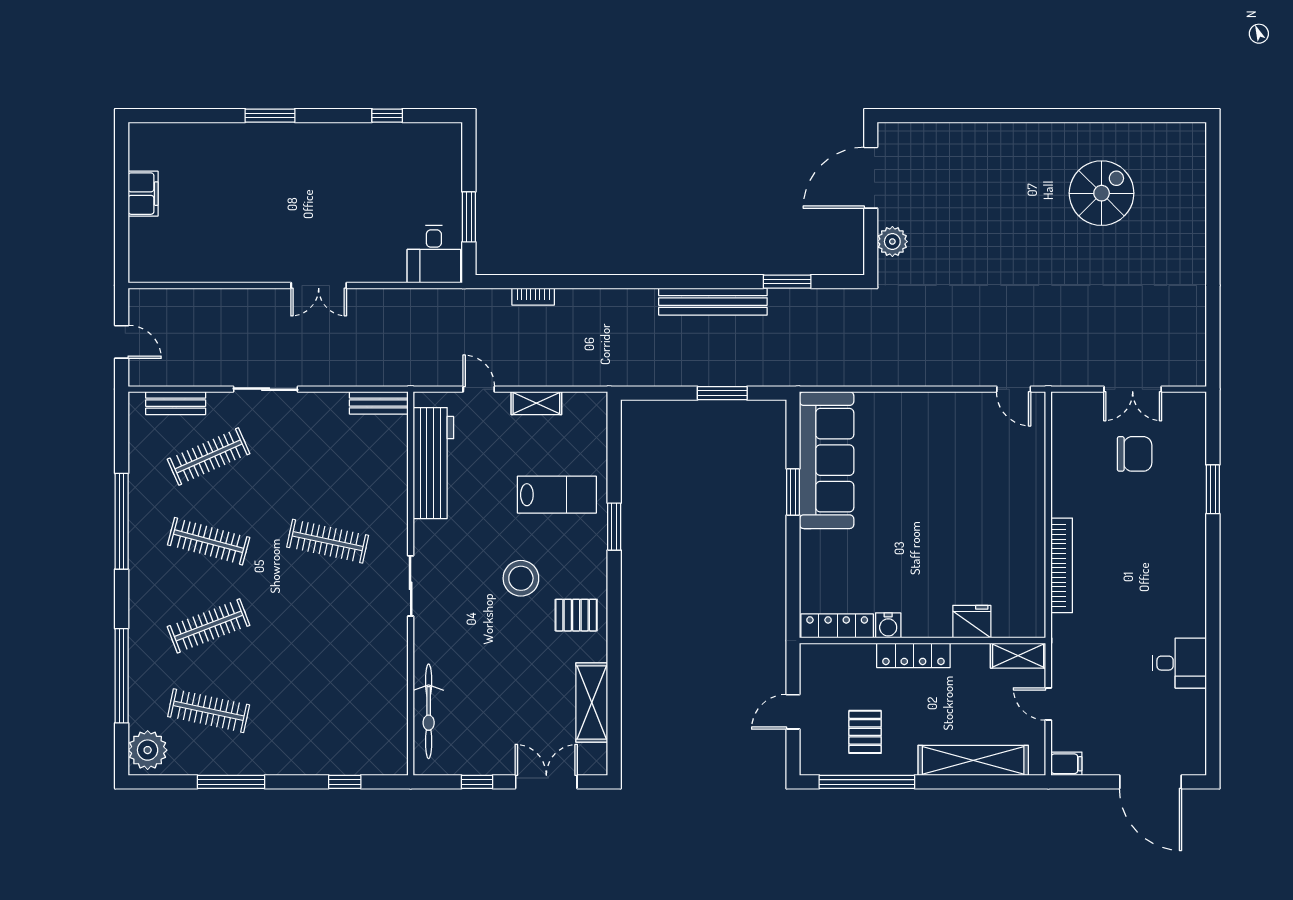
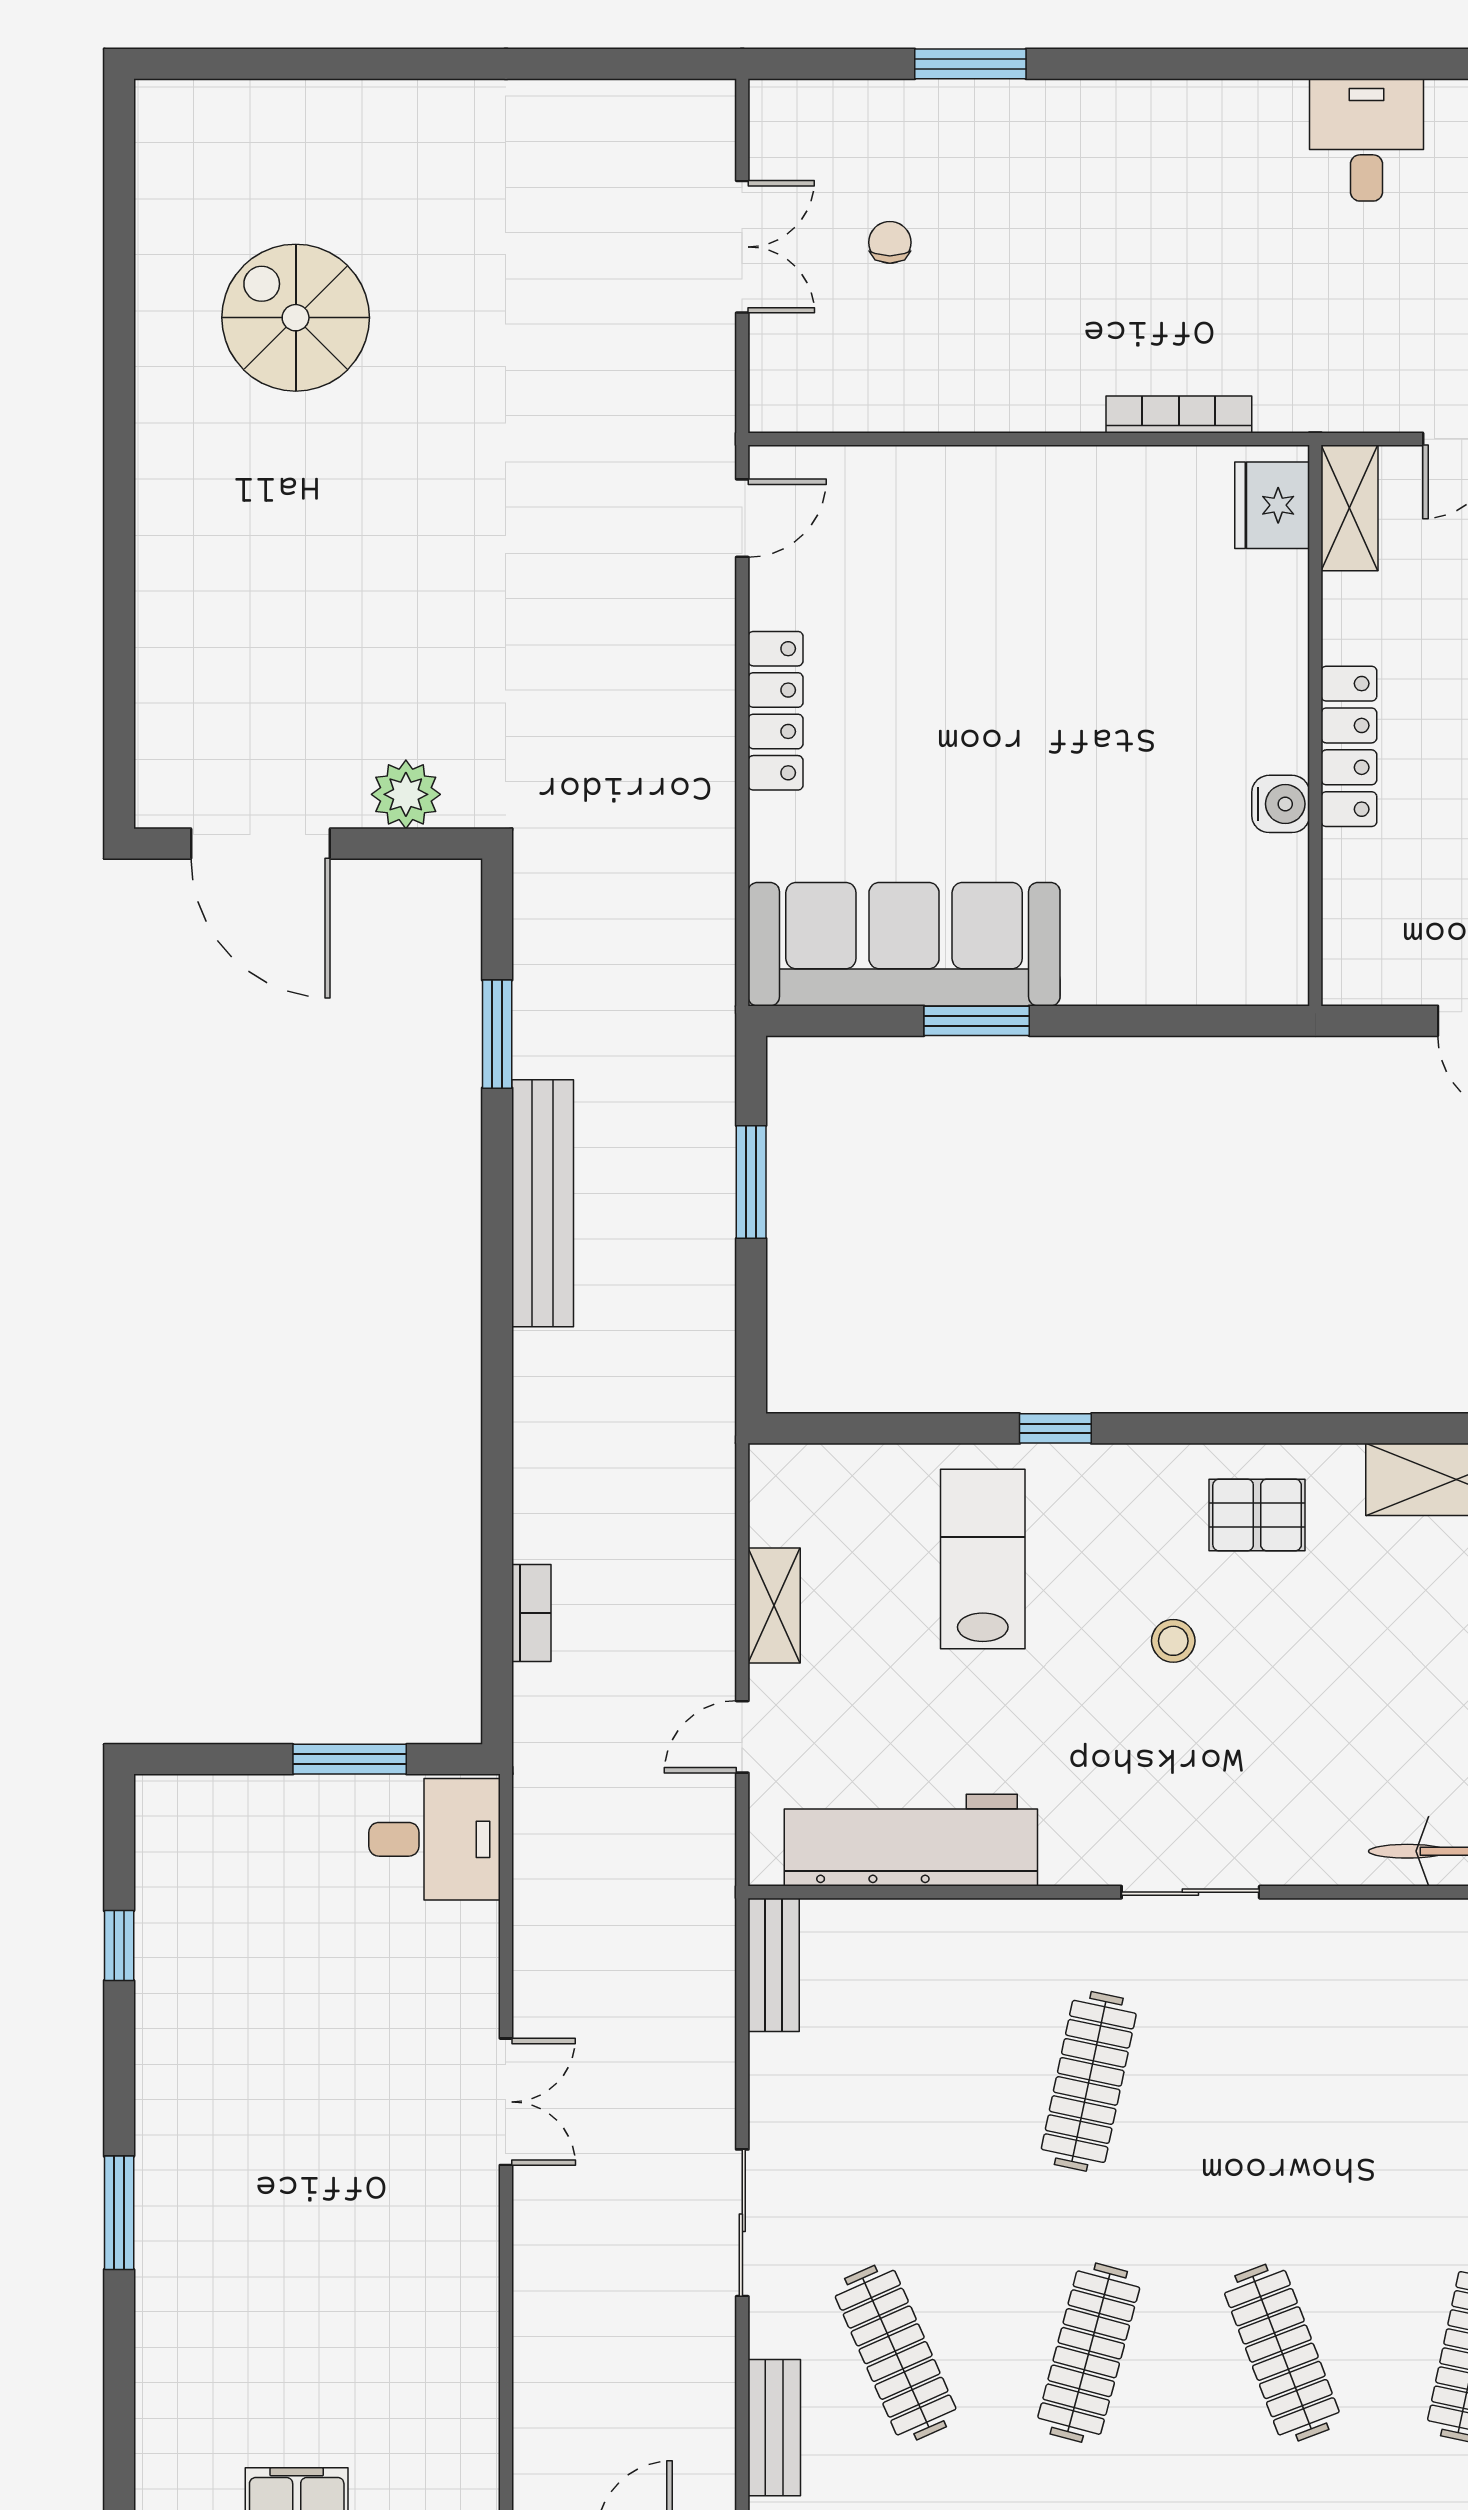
chair: (1135, 454) -> (890, 242), width x0.54, depth x0.54
window: (614, 527) -> (1055, 1428), width x0.67
bookcase: (1062, 565) -> (1179, 414), width x0.68, depth x0.76
stool: (521, 578) -> (1173, 1641), width x0.53, depth x0.53
pallet: (576, 615) -> (1257, 1515), turned 90
fridge: (972, 622) -> (1272, 505), moved
locker: (837, 626) -> (776, 711), moved, turned 180

